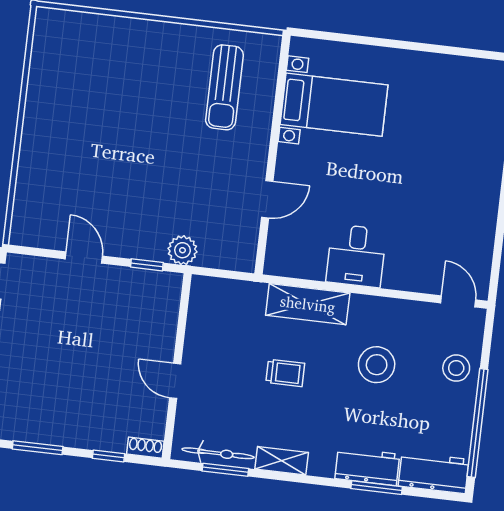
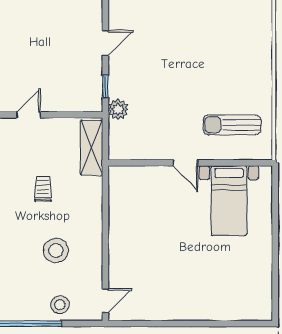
door: (267, 199) -> (185, 163), moved
desk: (356, 256) -> (128, 228), removed
shelving: (308, 304) -> (91, 148), moved
trolley: (285, 373) -> (43, 189), turned 180

